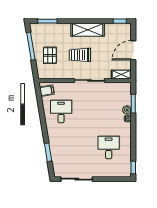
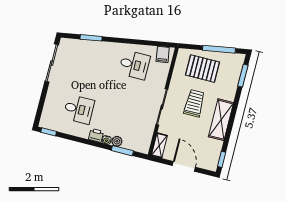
pallet: (50, 55) -> (203, 69), width x1.50, depth x1.42
printer: (126, 128) -> (96, 135), added

